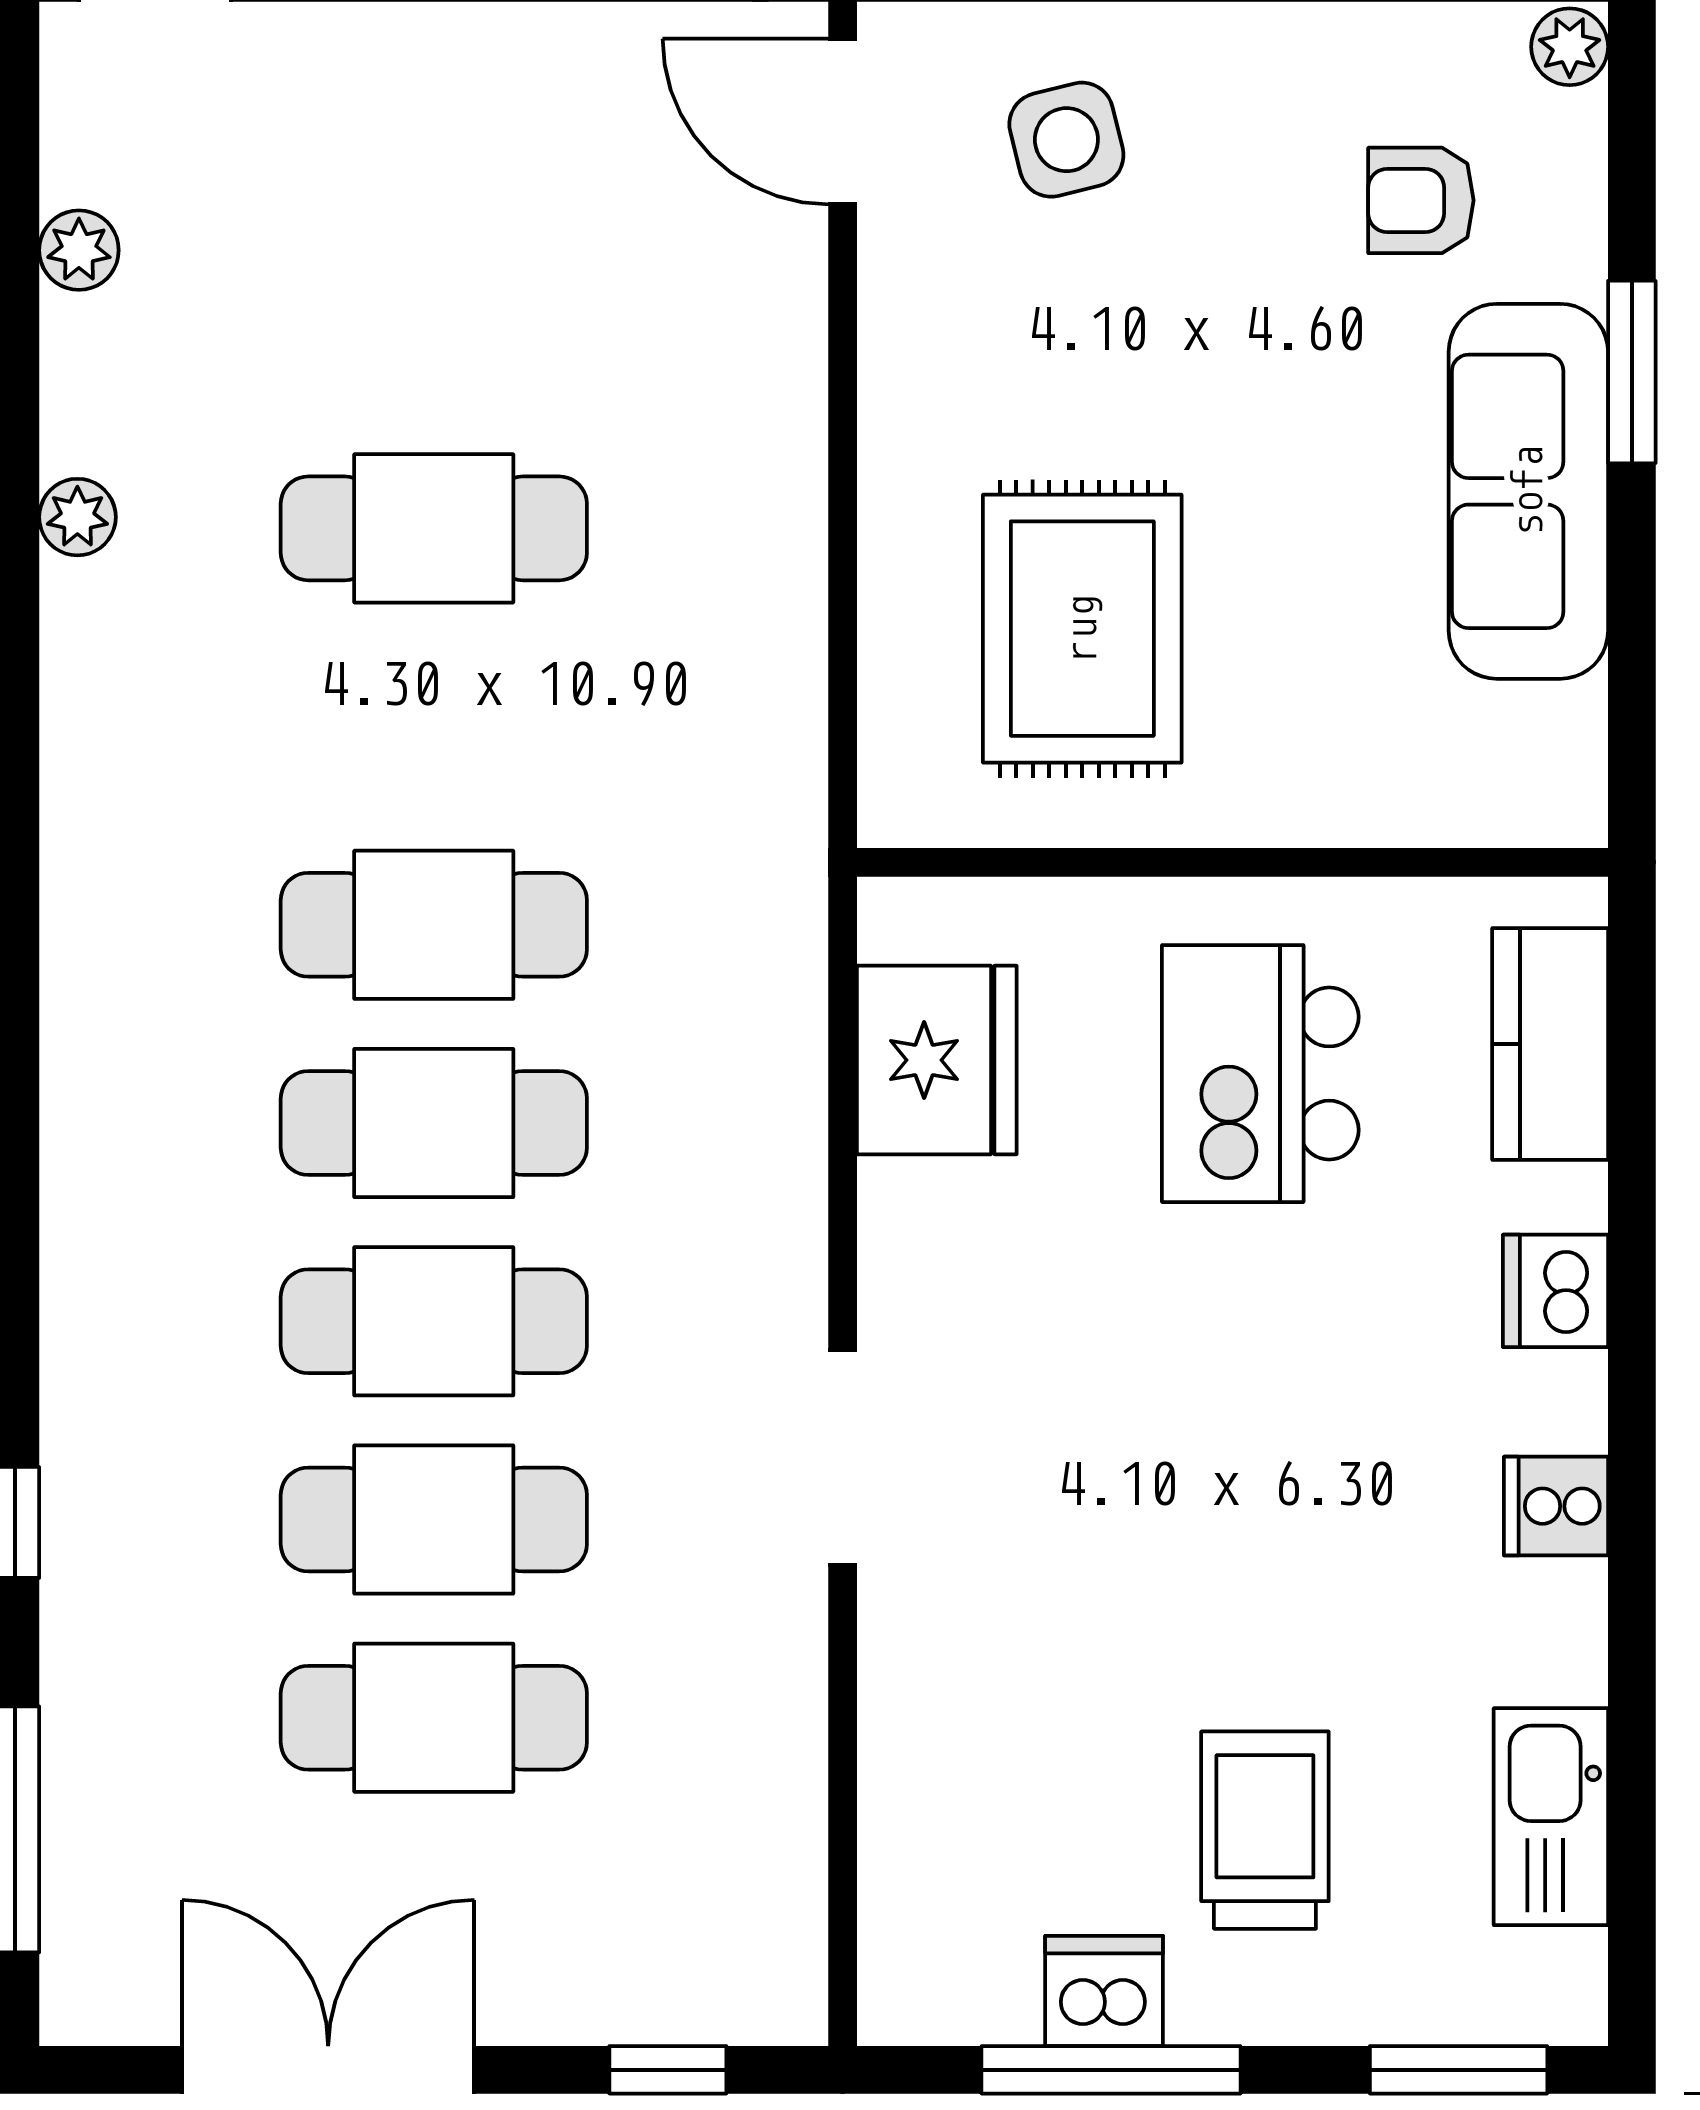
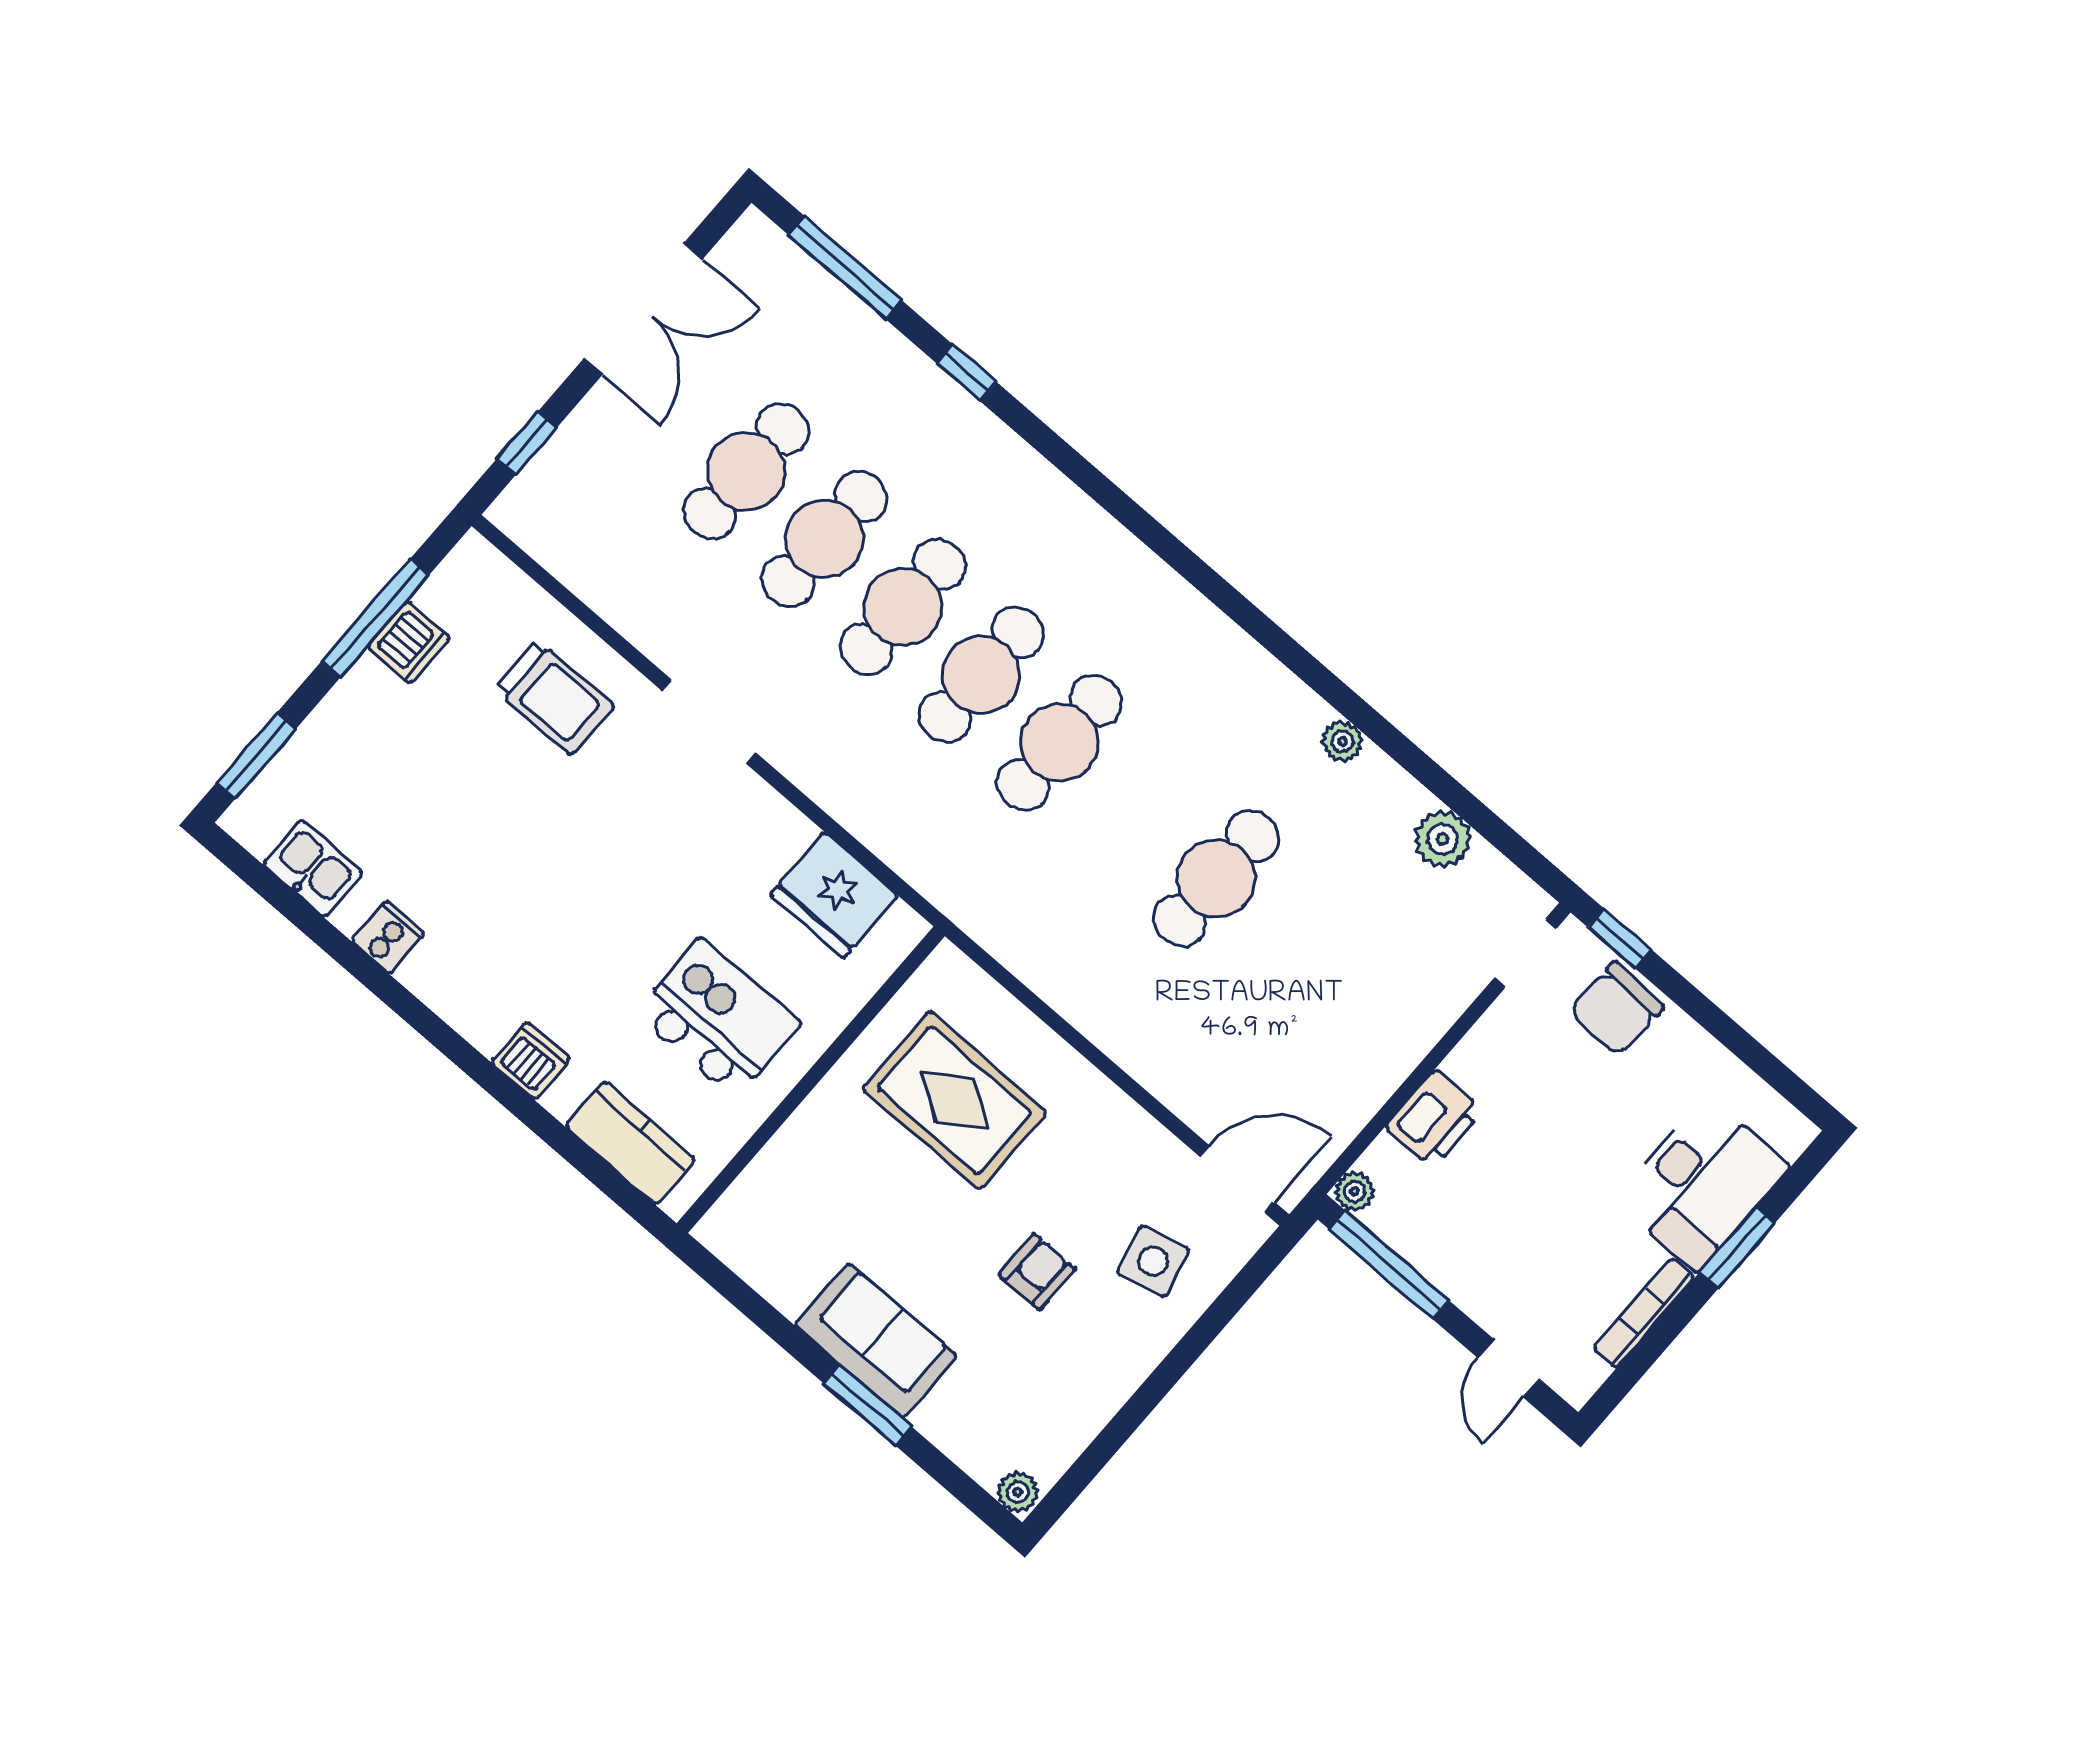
armchair: (1421, 200) -> (1037, 1272), moved
plant: (79, 250) -> (1442, 839), width x1.38, depth x1.38
sofa: (1528, 491) -> (876, 1340), width x0.73
cooker: (1556, 1506) -> (388, 937), moved
kitchen sink: (1551, 1817) -> (313, 869), width x0.73
trolley: (1265, 1830) -> (554, 697), moved

